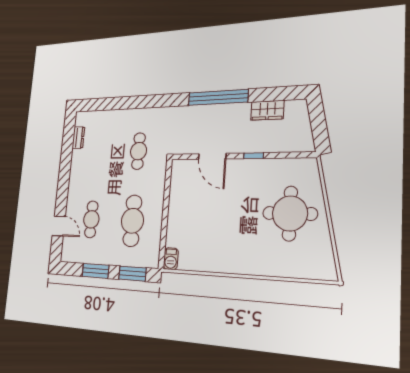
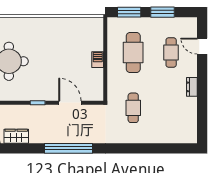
wardrobe: (267, 110) -> (16, 136), moved
dresser: (78, 138) -> (192, 87), moved
barbecue: (171, 259) -> (98, 60), moved

